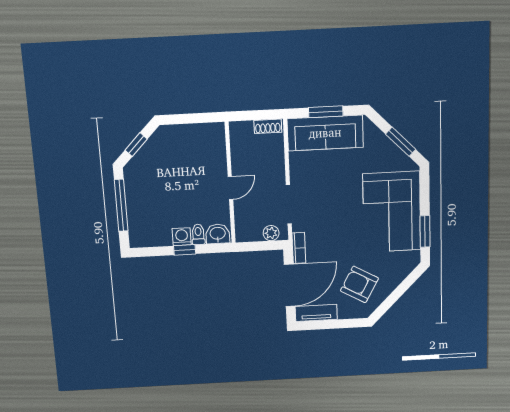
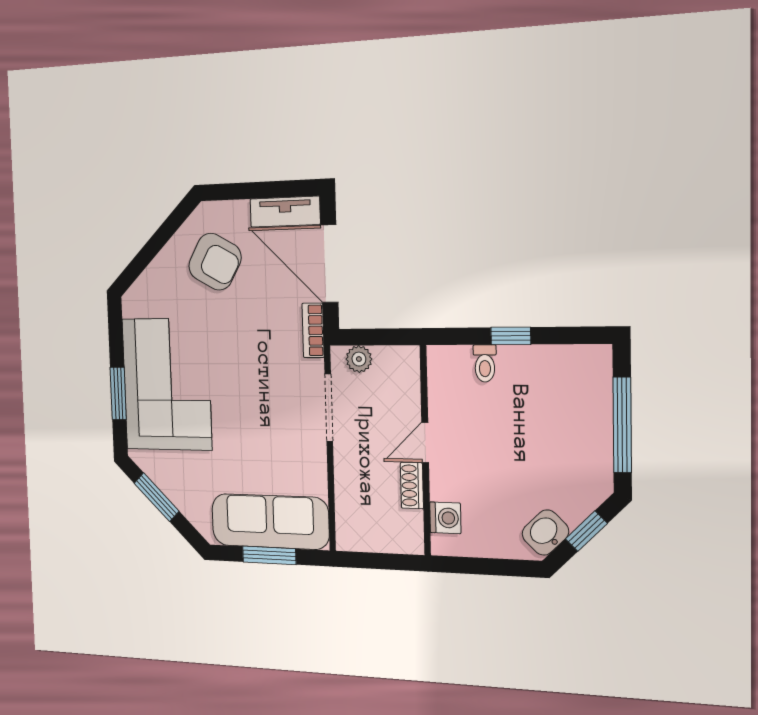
shoe rack: (268, 126) -> (412, 486), moved, turned -90
window: (425, 232) -> (118, 393), moved
washbasin: (218, 234) -> (545, 533), moved, turned 135
washing machine: (182, 237) -> (445, 518), moved, turned -90
door: (290, 285) -> (329, 264), hinge flipped

